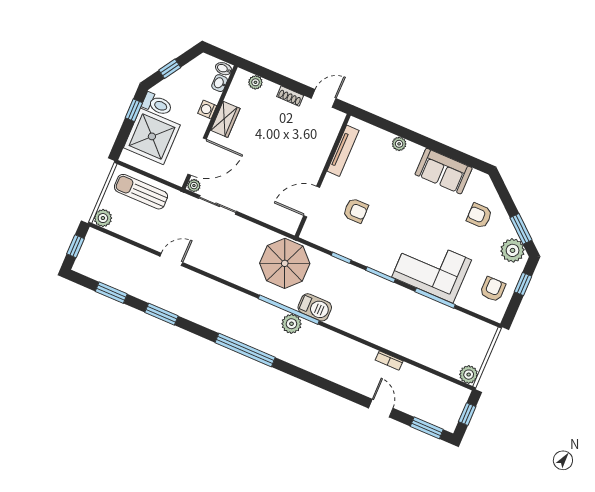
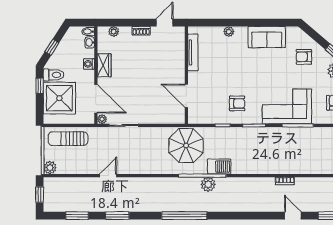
door: (197, 157) -> (96, 99), hinge flipped
door: (312, 202) -> (186, 96), hinge flipped
armchair: (356, 211) -> (237, 103), moved

